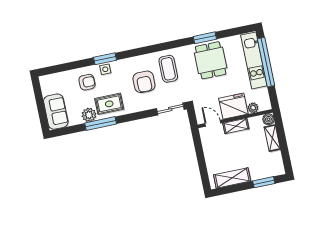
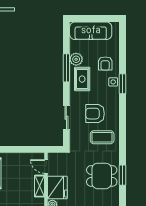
sliding door: (170, 109) -> (66, 118), moved
sofa: (56, 112) -> (91, 31), width x1.36
door: (213, 123) -> (46, 166), swing flipped

